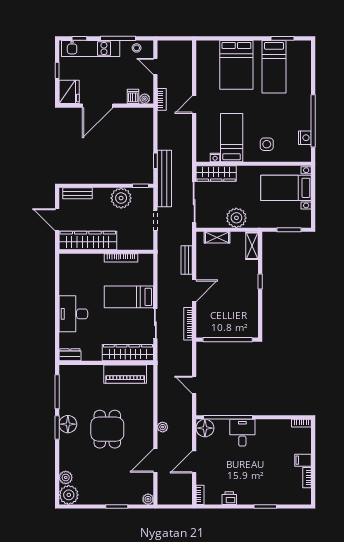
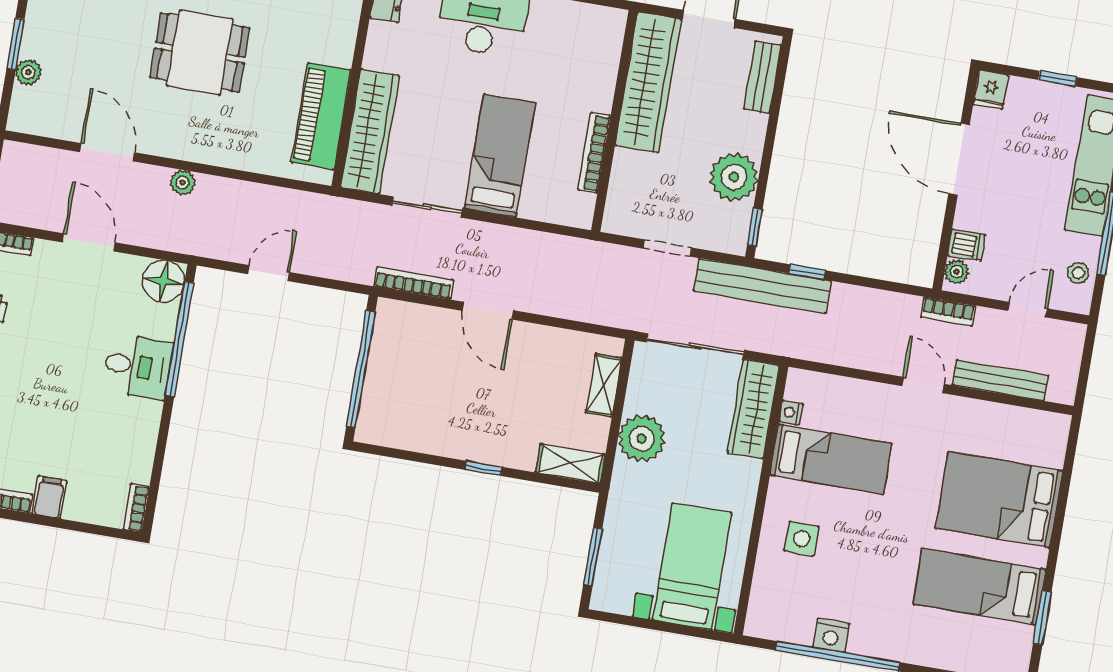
fridge: (69, 92) -> (991, 90), width x0.53, depth x0.75
nightstand: (305, 138) -> (831, 635), moved
bench: (187, 260) -> (1000, 380), moved, width x1.36
plant: (148, 499) -> (28, 72), moved

